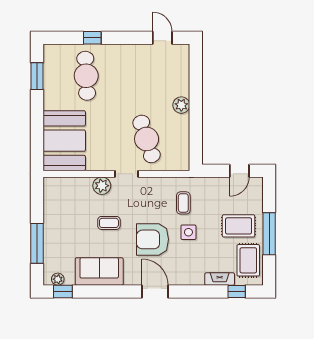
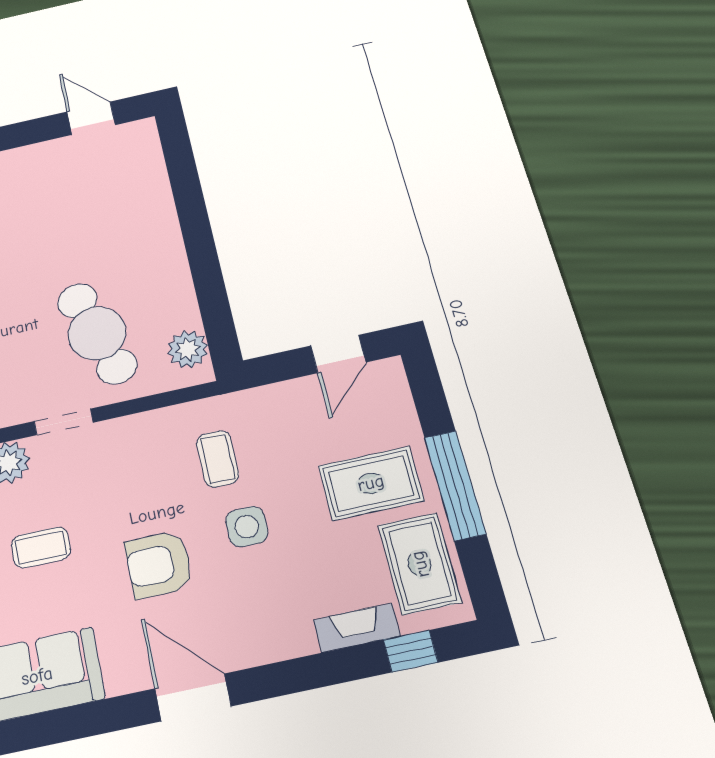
plant: (181, 105) -> (188, 349), moved
armchair: (152, 239) -> (159, 564), width x0.73, depth x0.73

